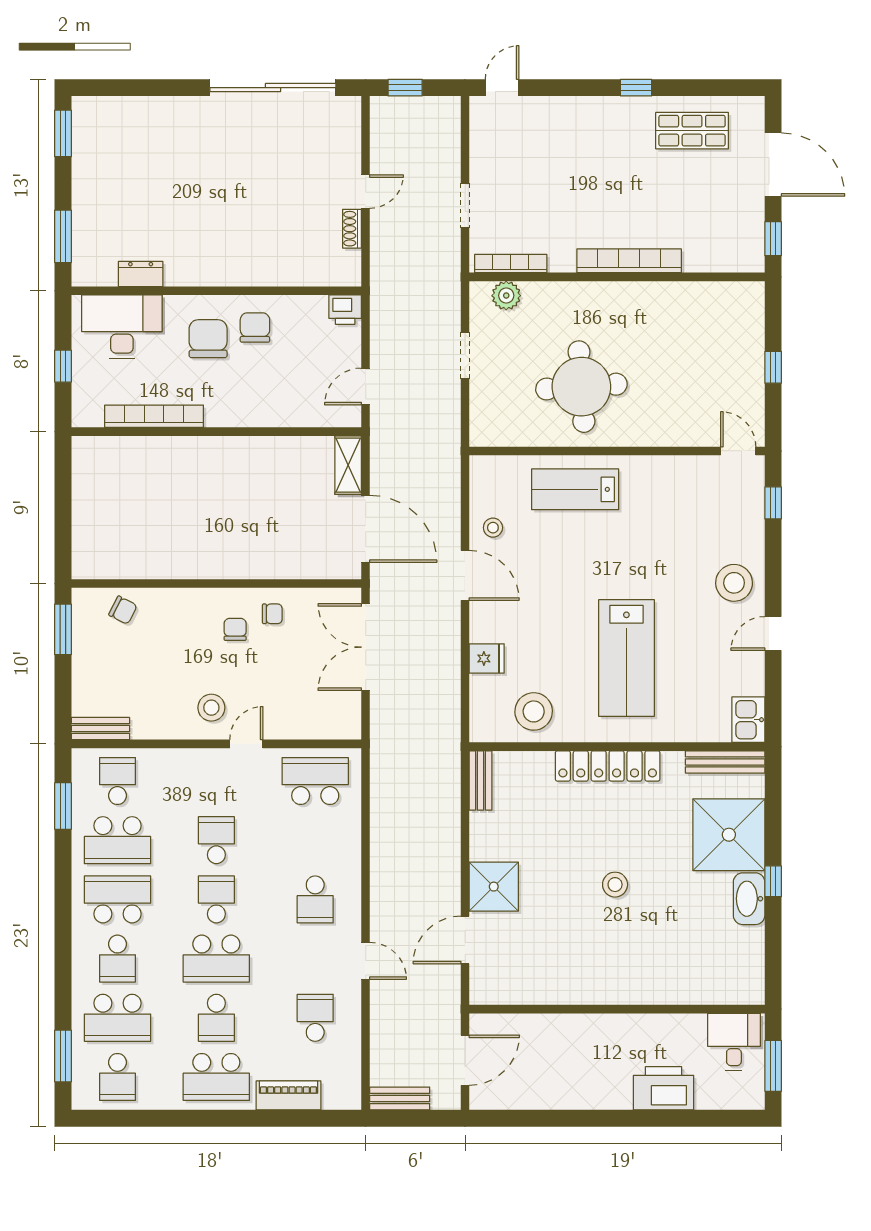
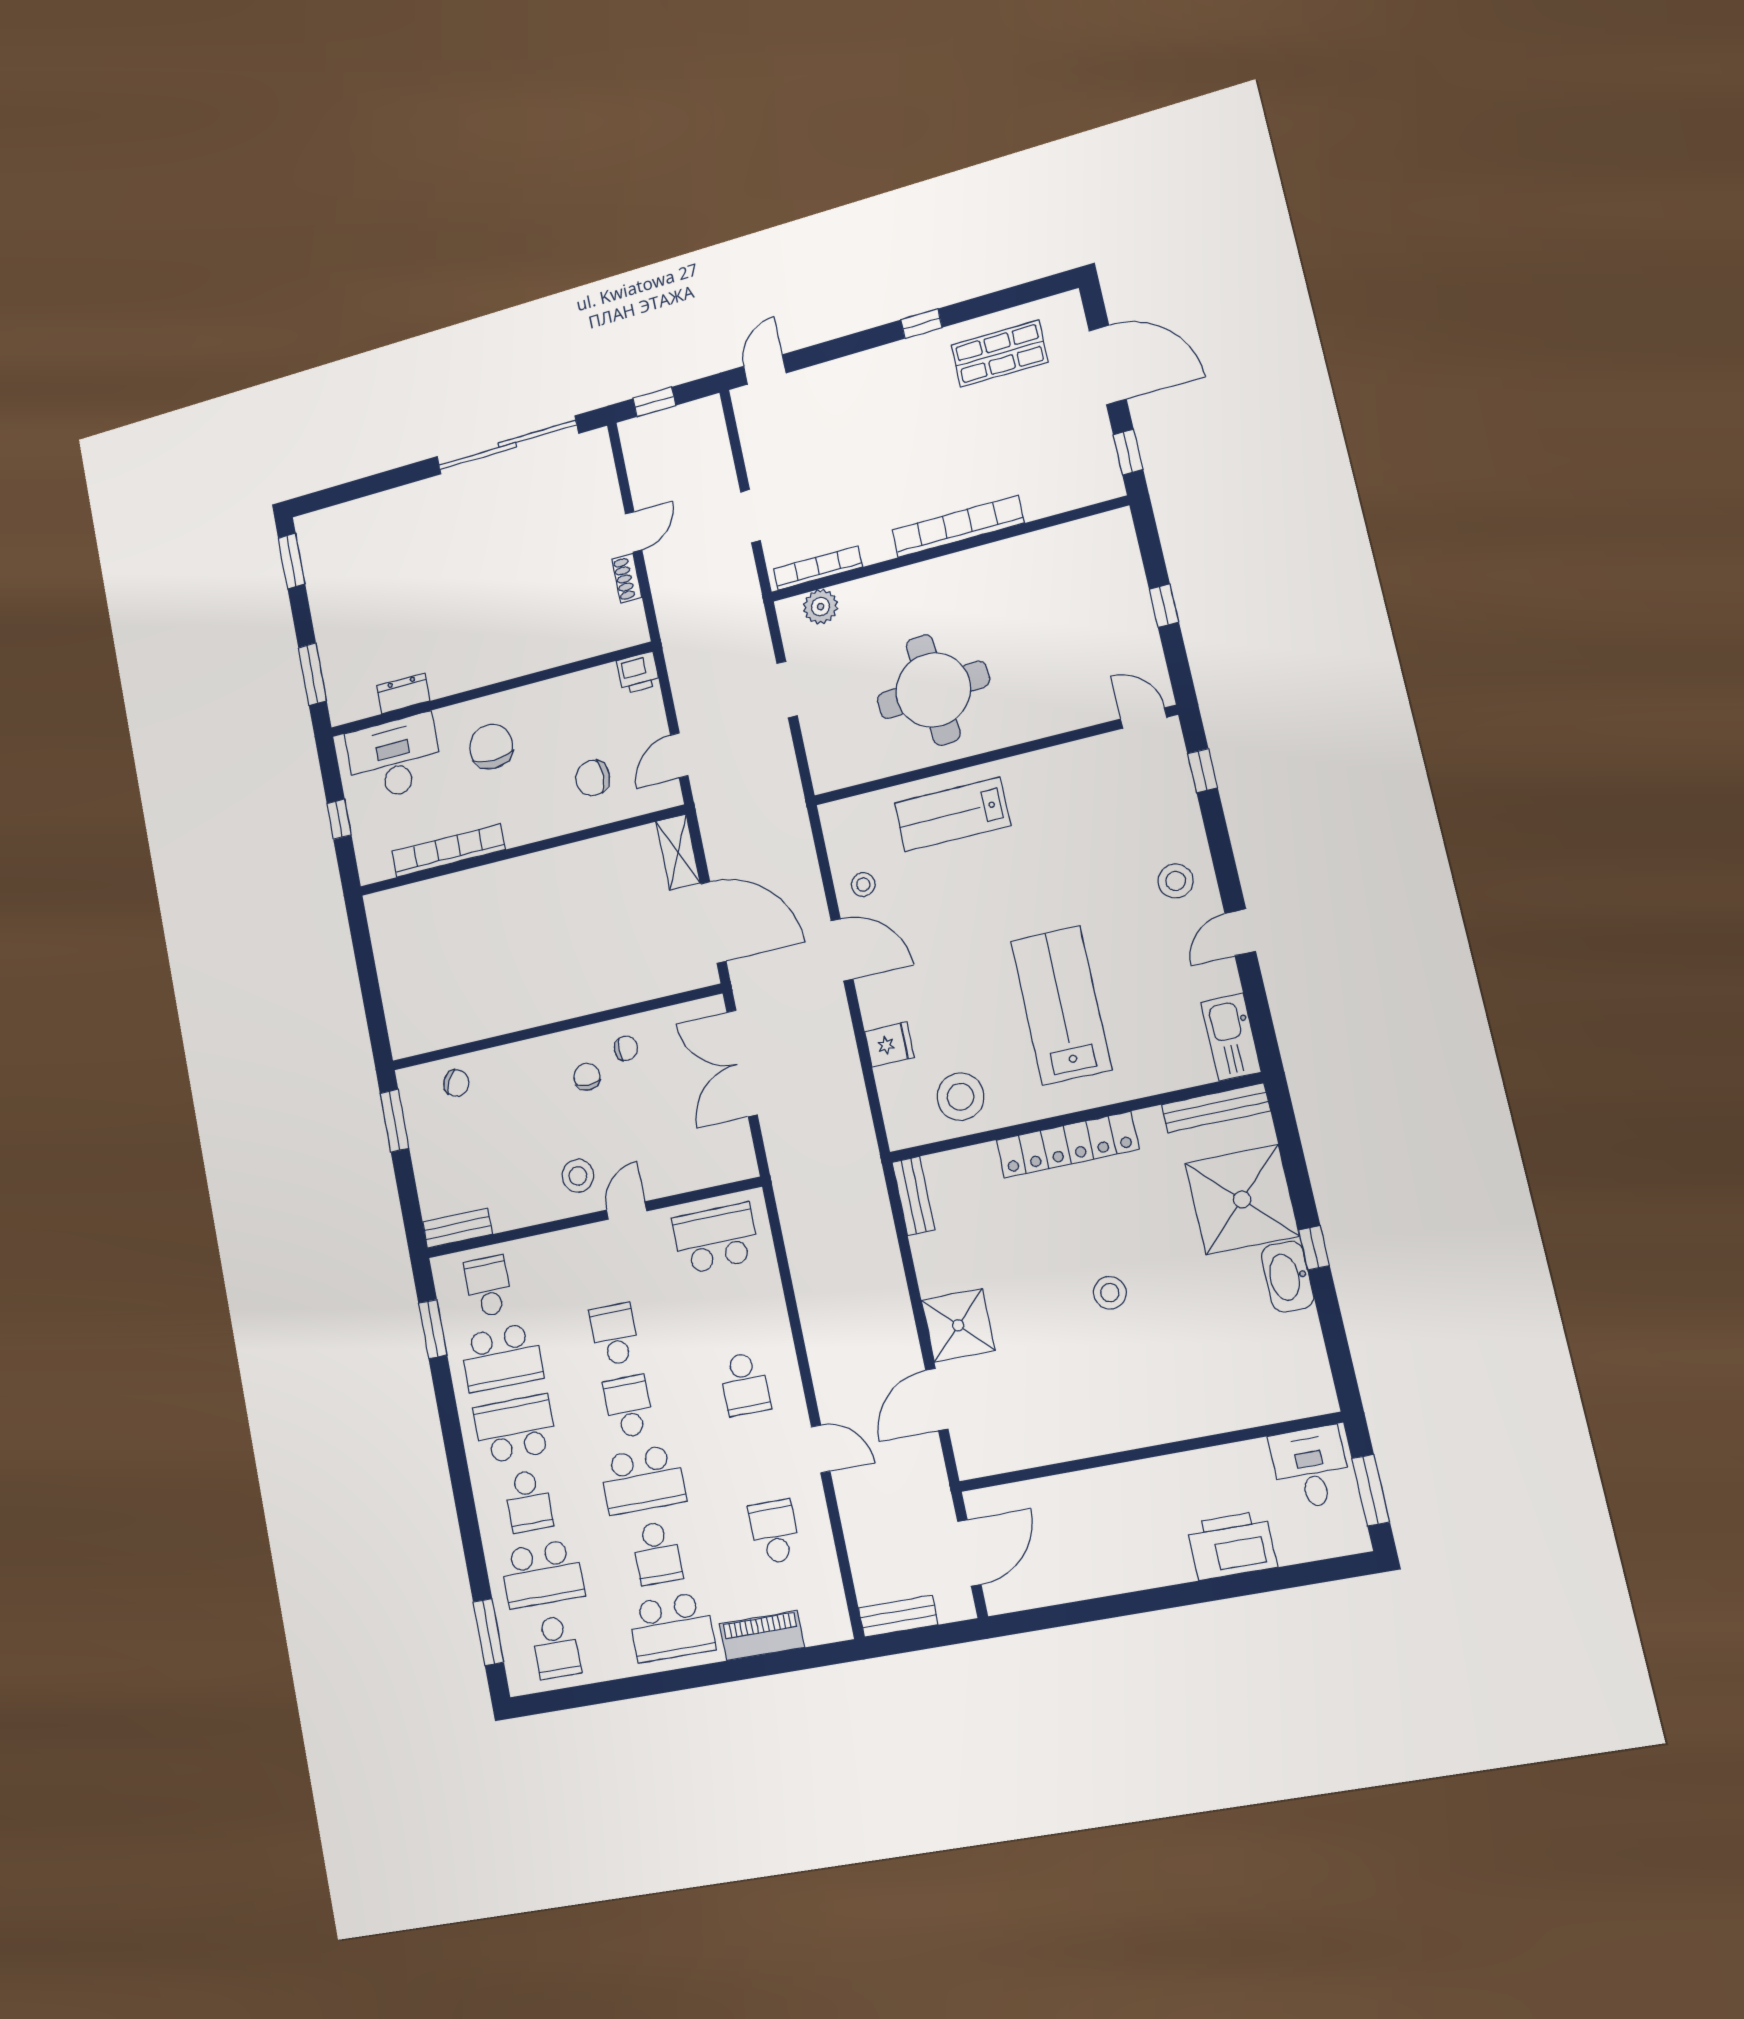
chair: (255, 328) -> (593, 778), moved, turned -90
stool: (734, 583) -> (1176, 881), width x0.73, depth x0.73
lab bench: (626, 658) -> (1061, 1005), turned 180
kitchen sink: (748, 720) -> (1231, 1037), width x1.38

